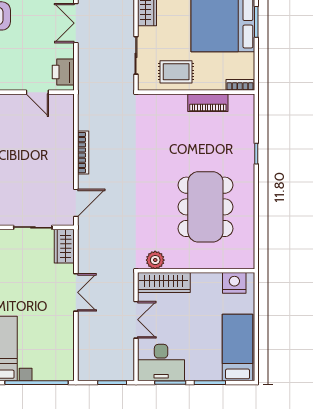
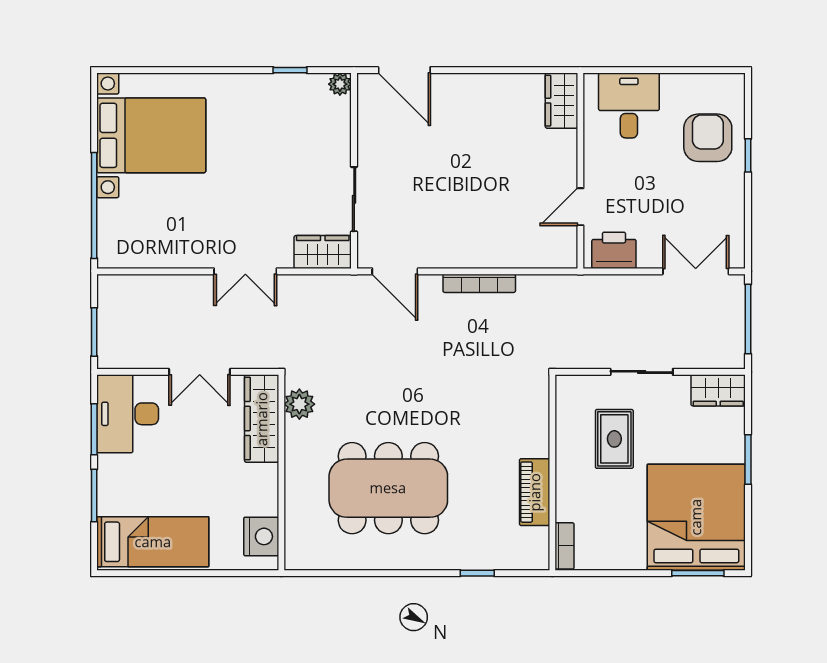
bookcase: (240, 85) -> (565, 546), moved
wall: (196, 92) -> (552, 472), moved
piano: (208, 103) -> (535, 492), moved

